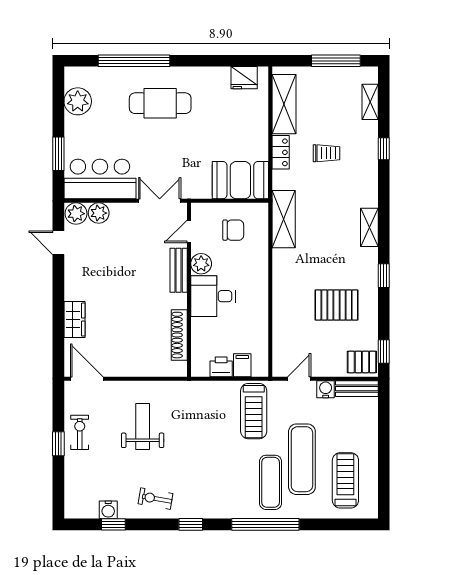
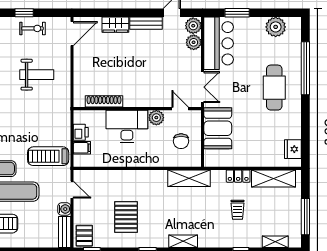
booth: (240, 180) -> (218, 128), moved
bench: (179, 270) -> (146, 23), moved
desk: (213, 296) -> (127, 126), width x1.37

